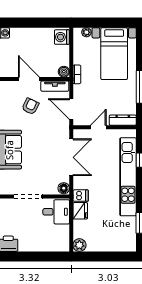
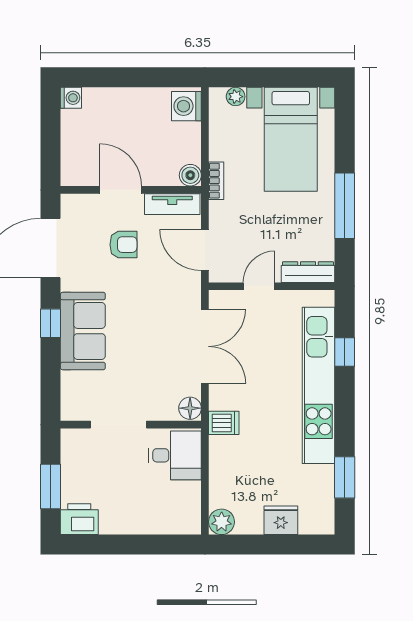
armchair: (30, 106) -> (123, 245), turned 64
fridge: (80, 211) -> (281, 520), moved, turned -90

